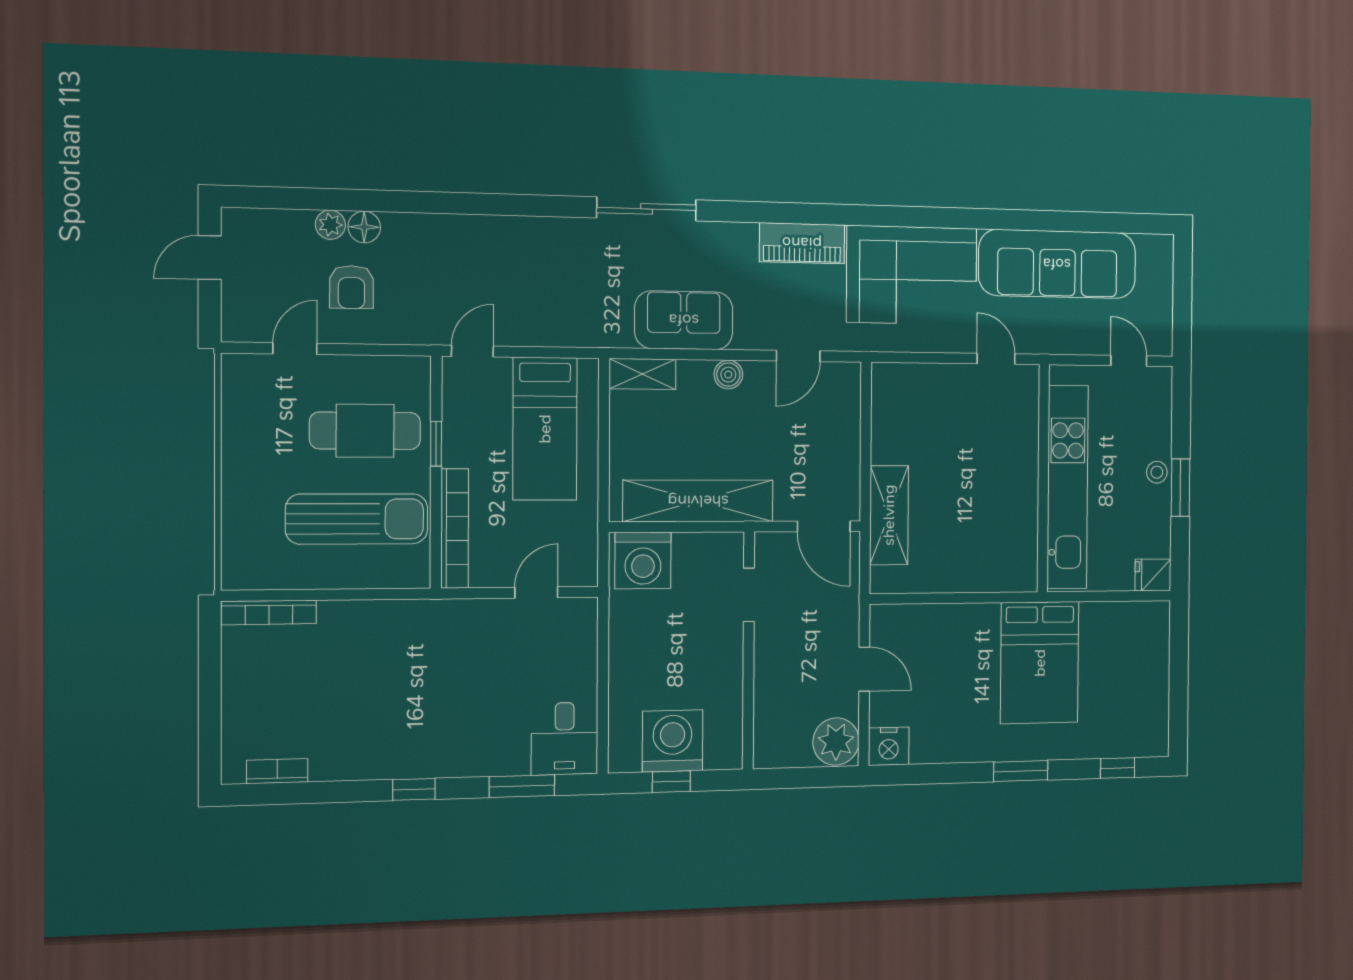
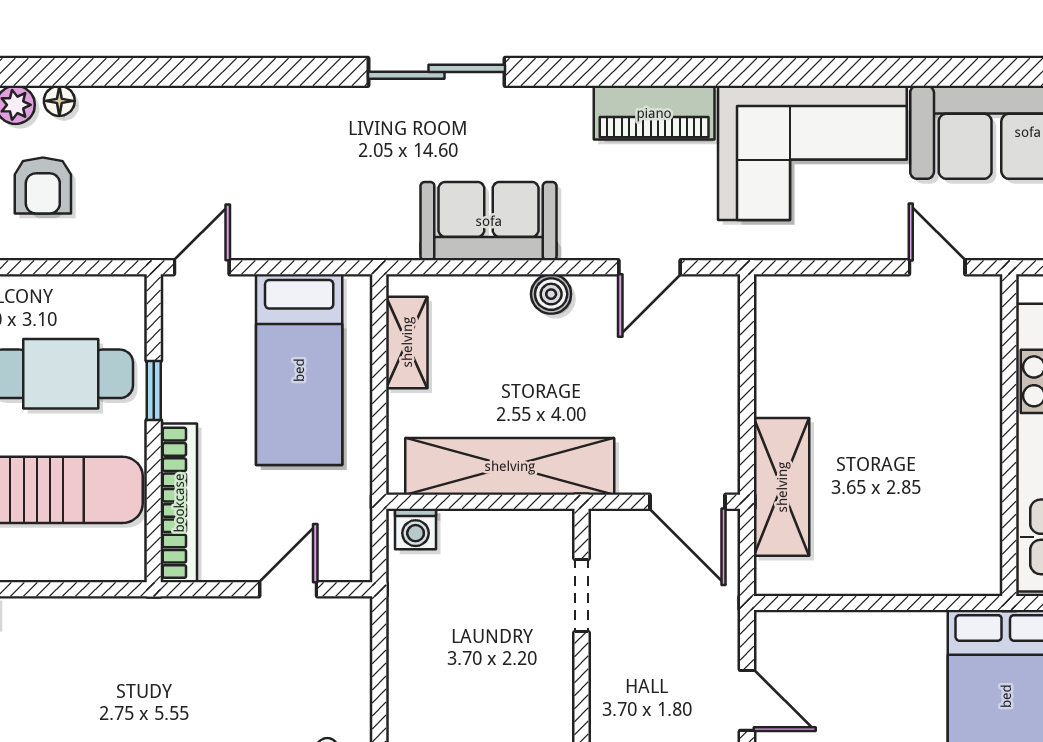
floor lamp: (364, 227) -> (59, 101), width x0.73, depth x0.73
shelving: (642, 374) -> (407, 342), moved, turned 90
washing machine: (643, 560) -> (416, 529), width x0.53, depth x0.53

